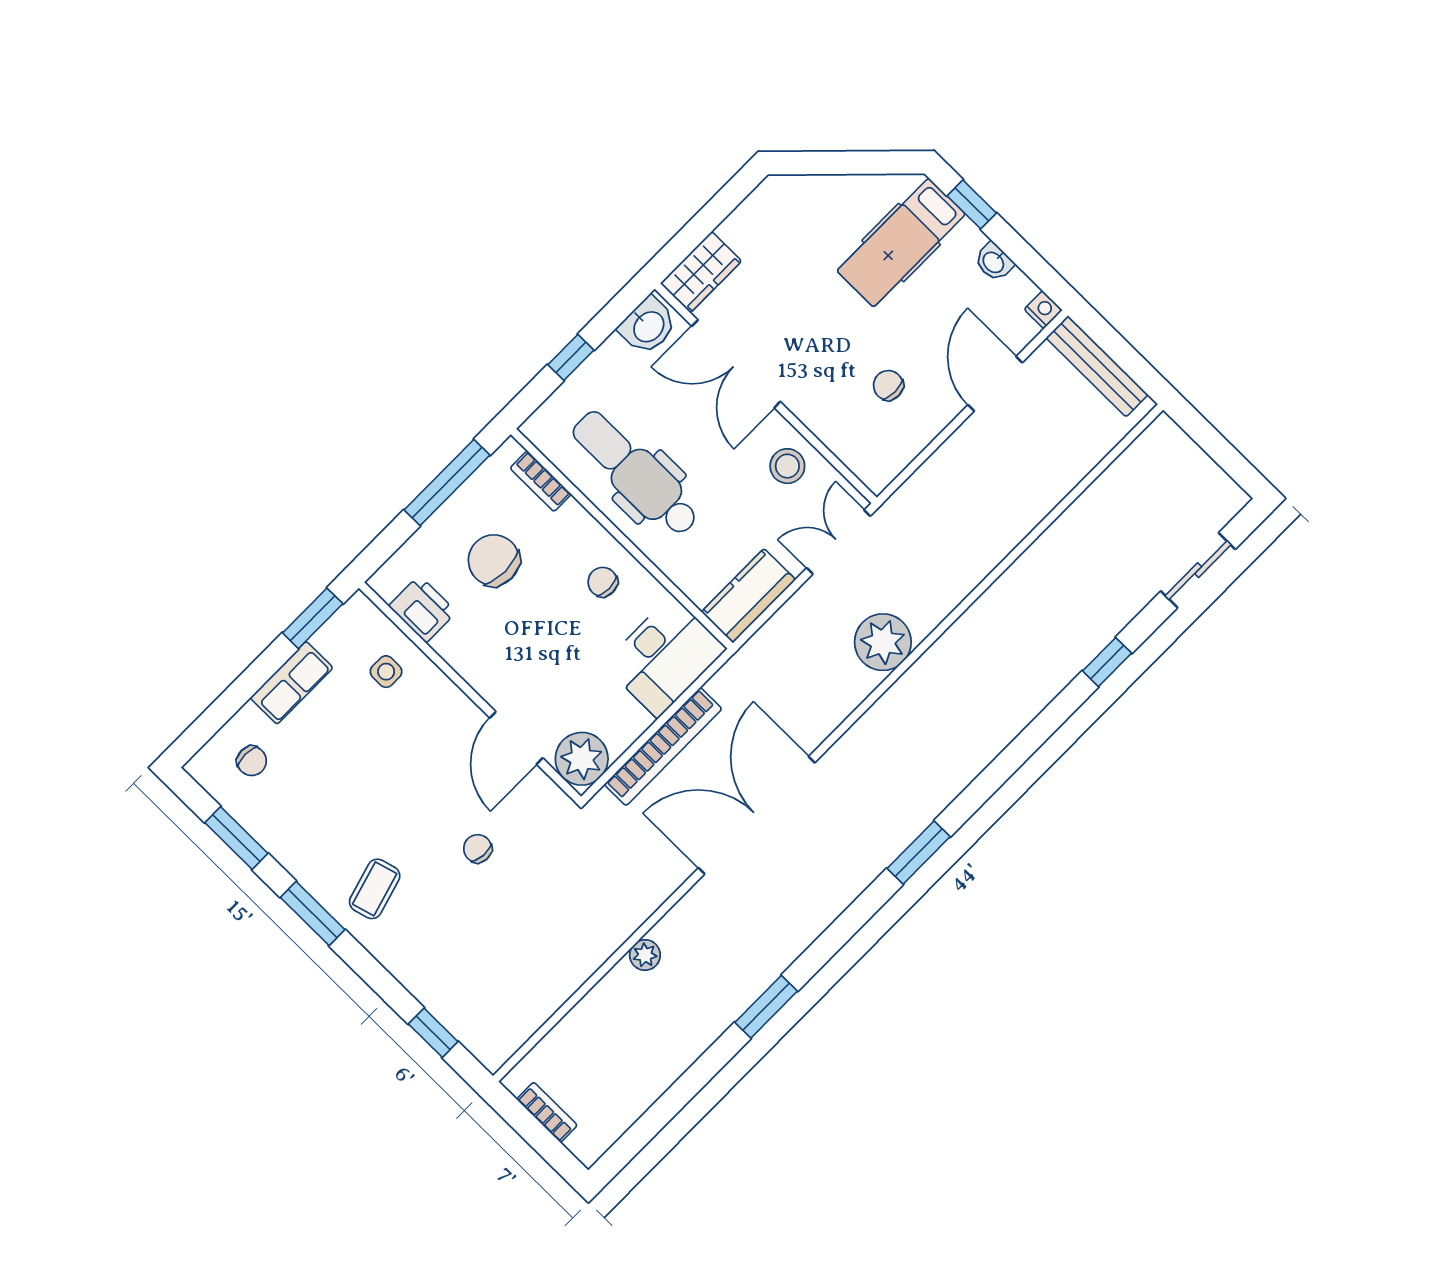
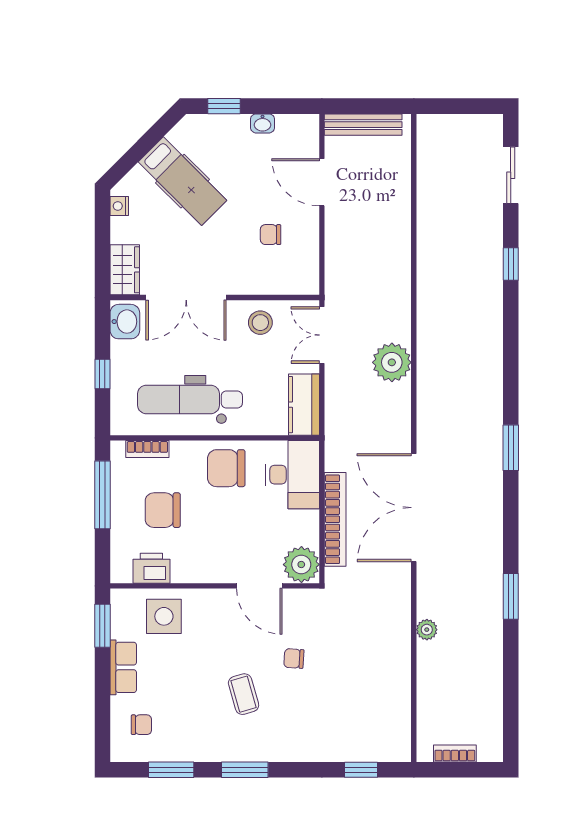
hospital bed: (901, 243) -> (182, 181), moved, turned -45
nightstand: (1043, 310) -> (119, 206), moved, turned -90
chair: (603, 582) -> (226, 468), width x1.87, depth x1.87
side table: (386, 672) -> (164, 616), width x1.87, depth x1.87
coffee table: (375, 889) -> (244, 694), moved

